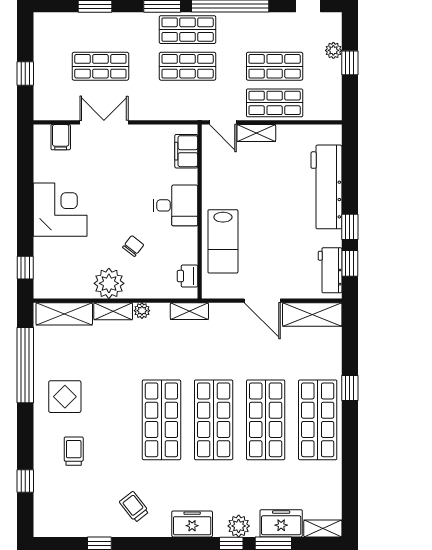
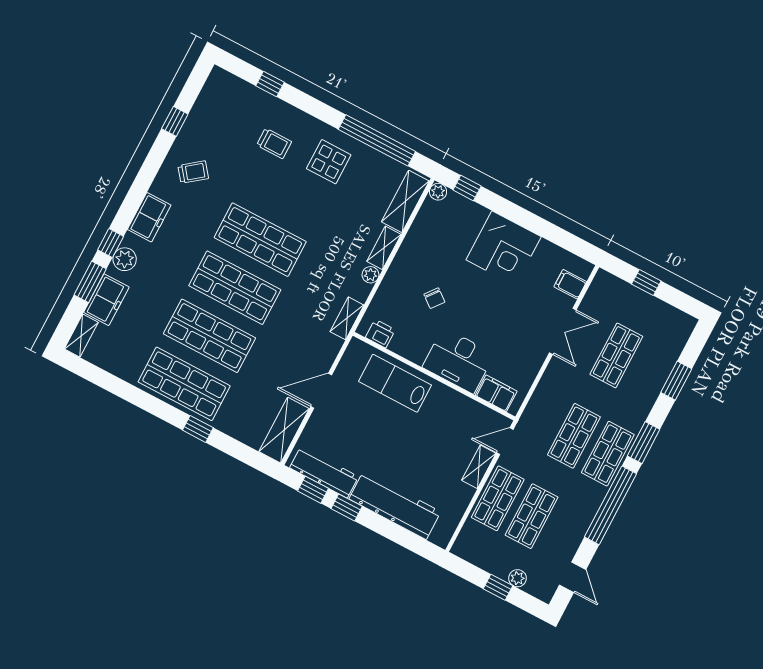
desk: (175, 205) -> (458, 361), width x1.37
workbench: (330, 270) -> (324, 472), width x1.38
plant: (109, 283) -> (438, 192), moved, width x0.53, depth x0.53

